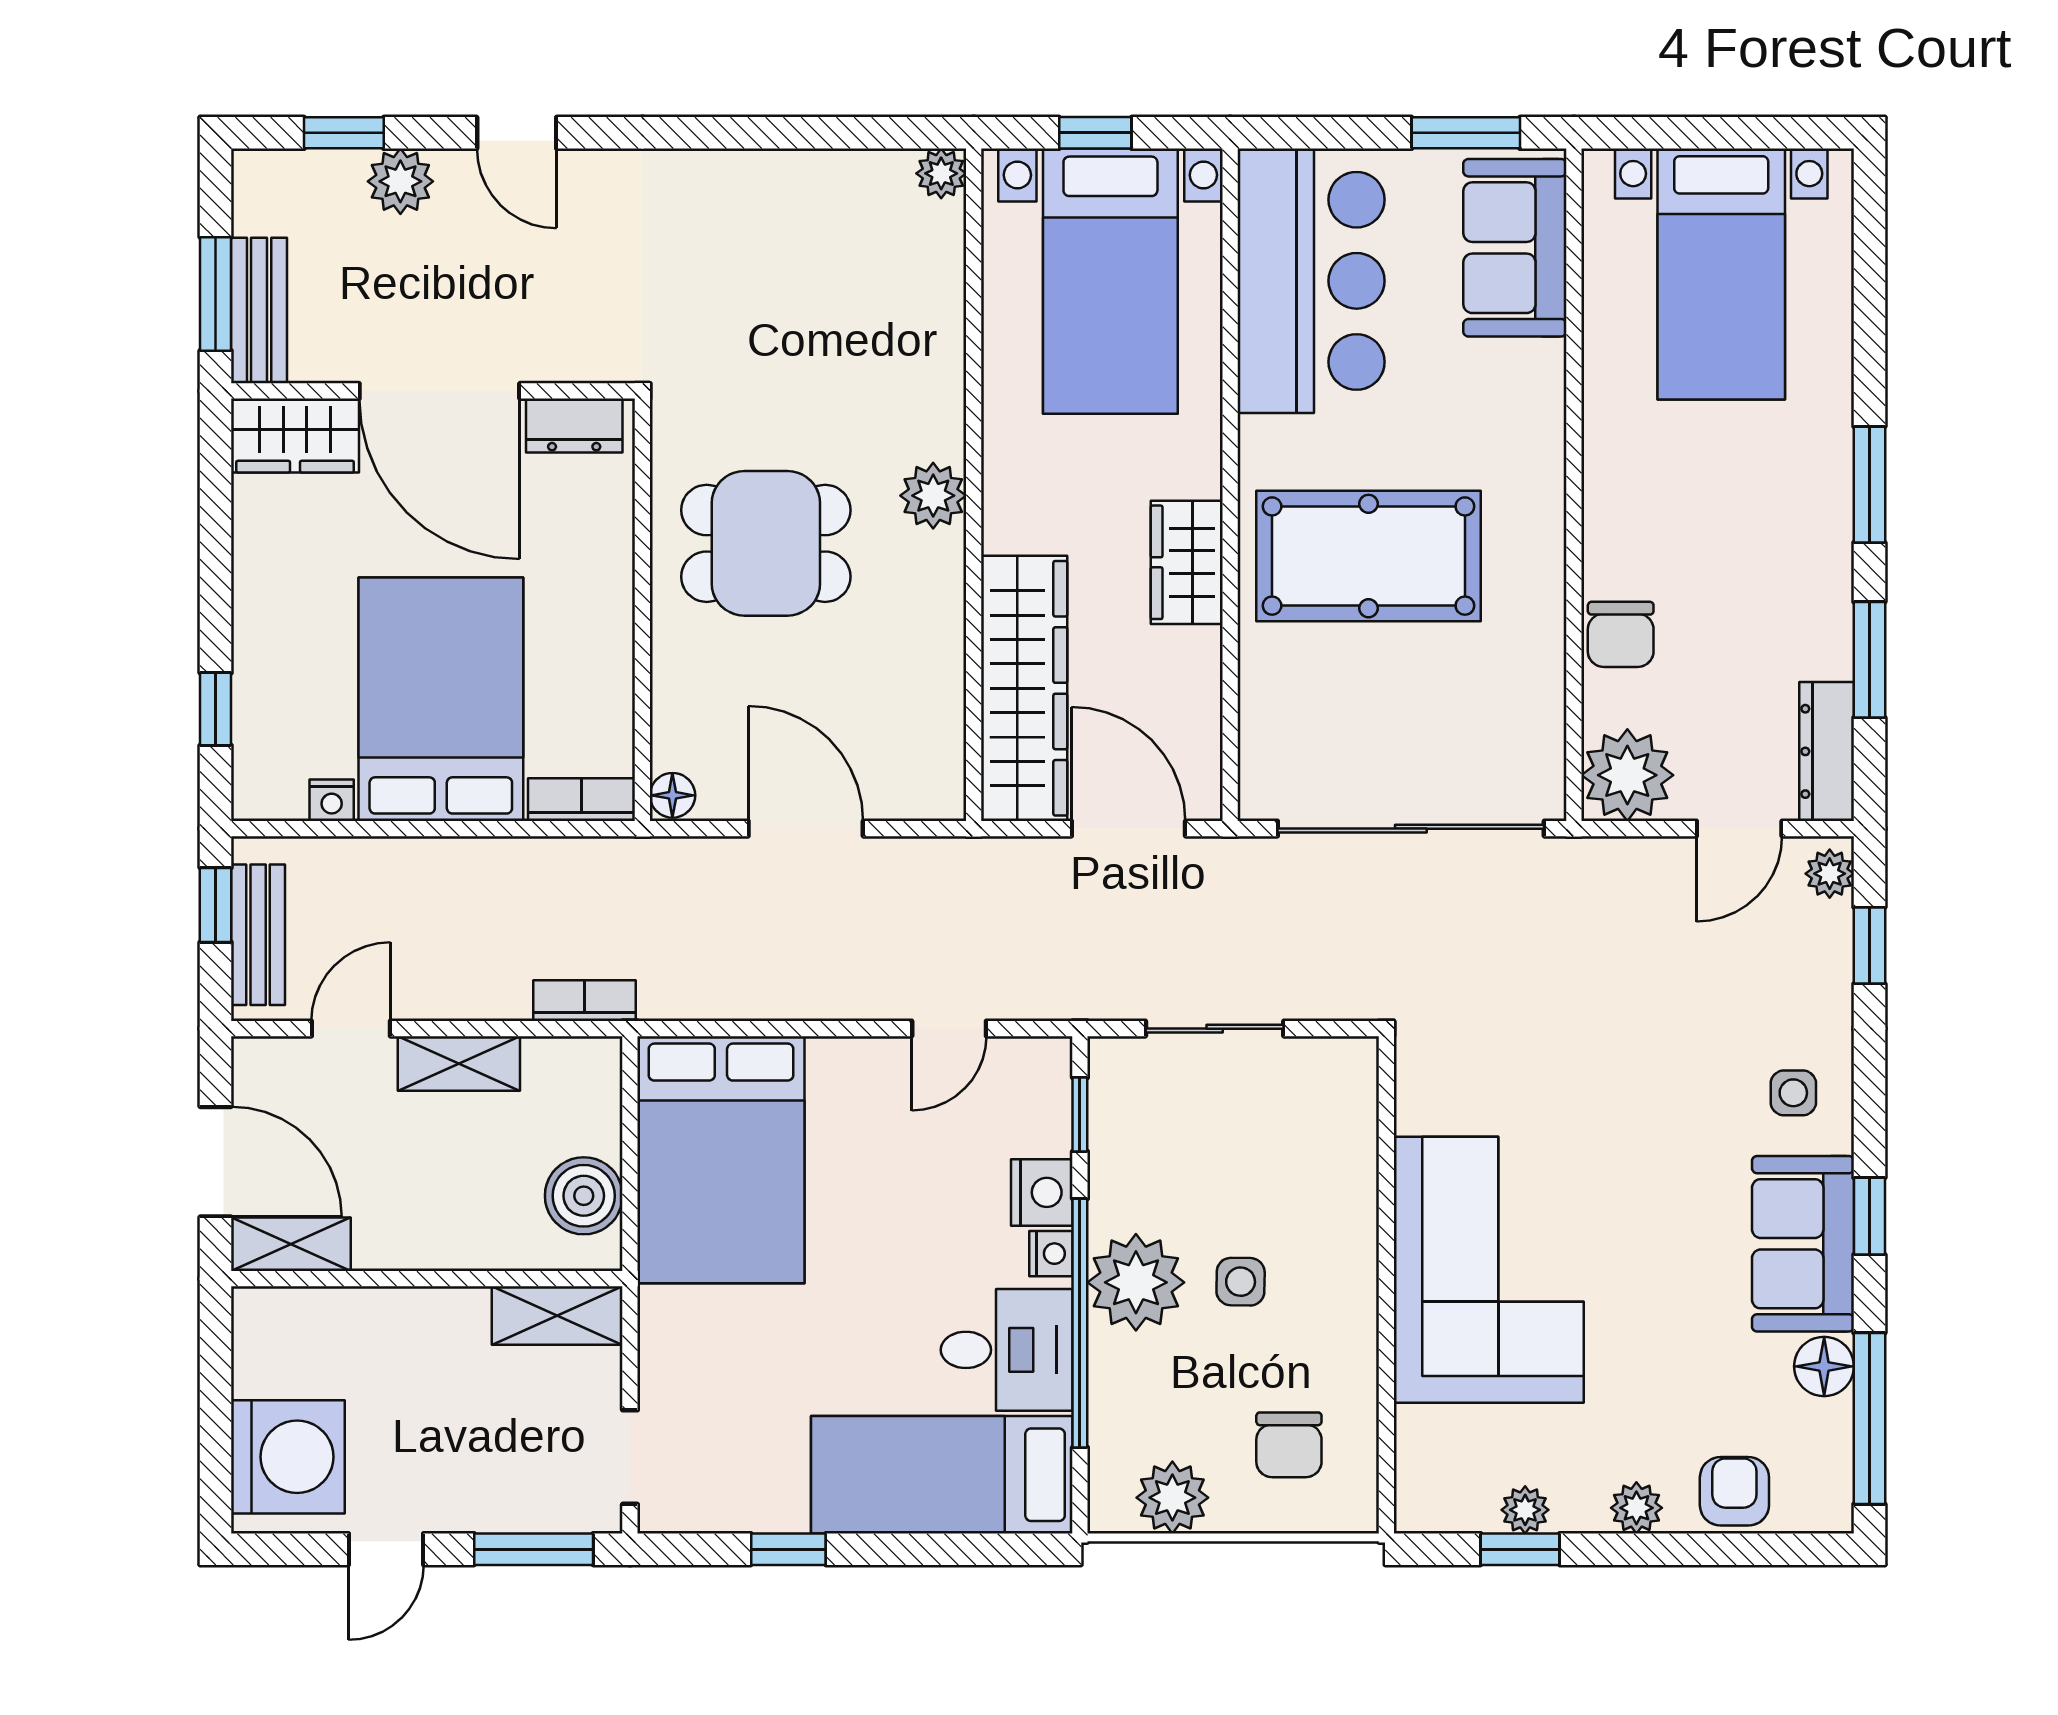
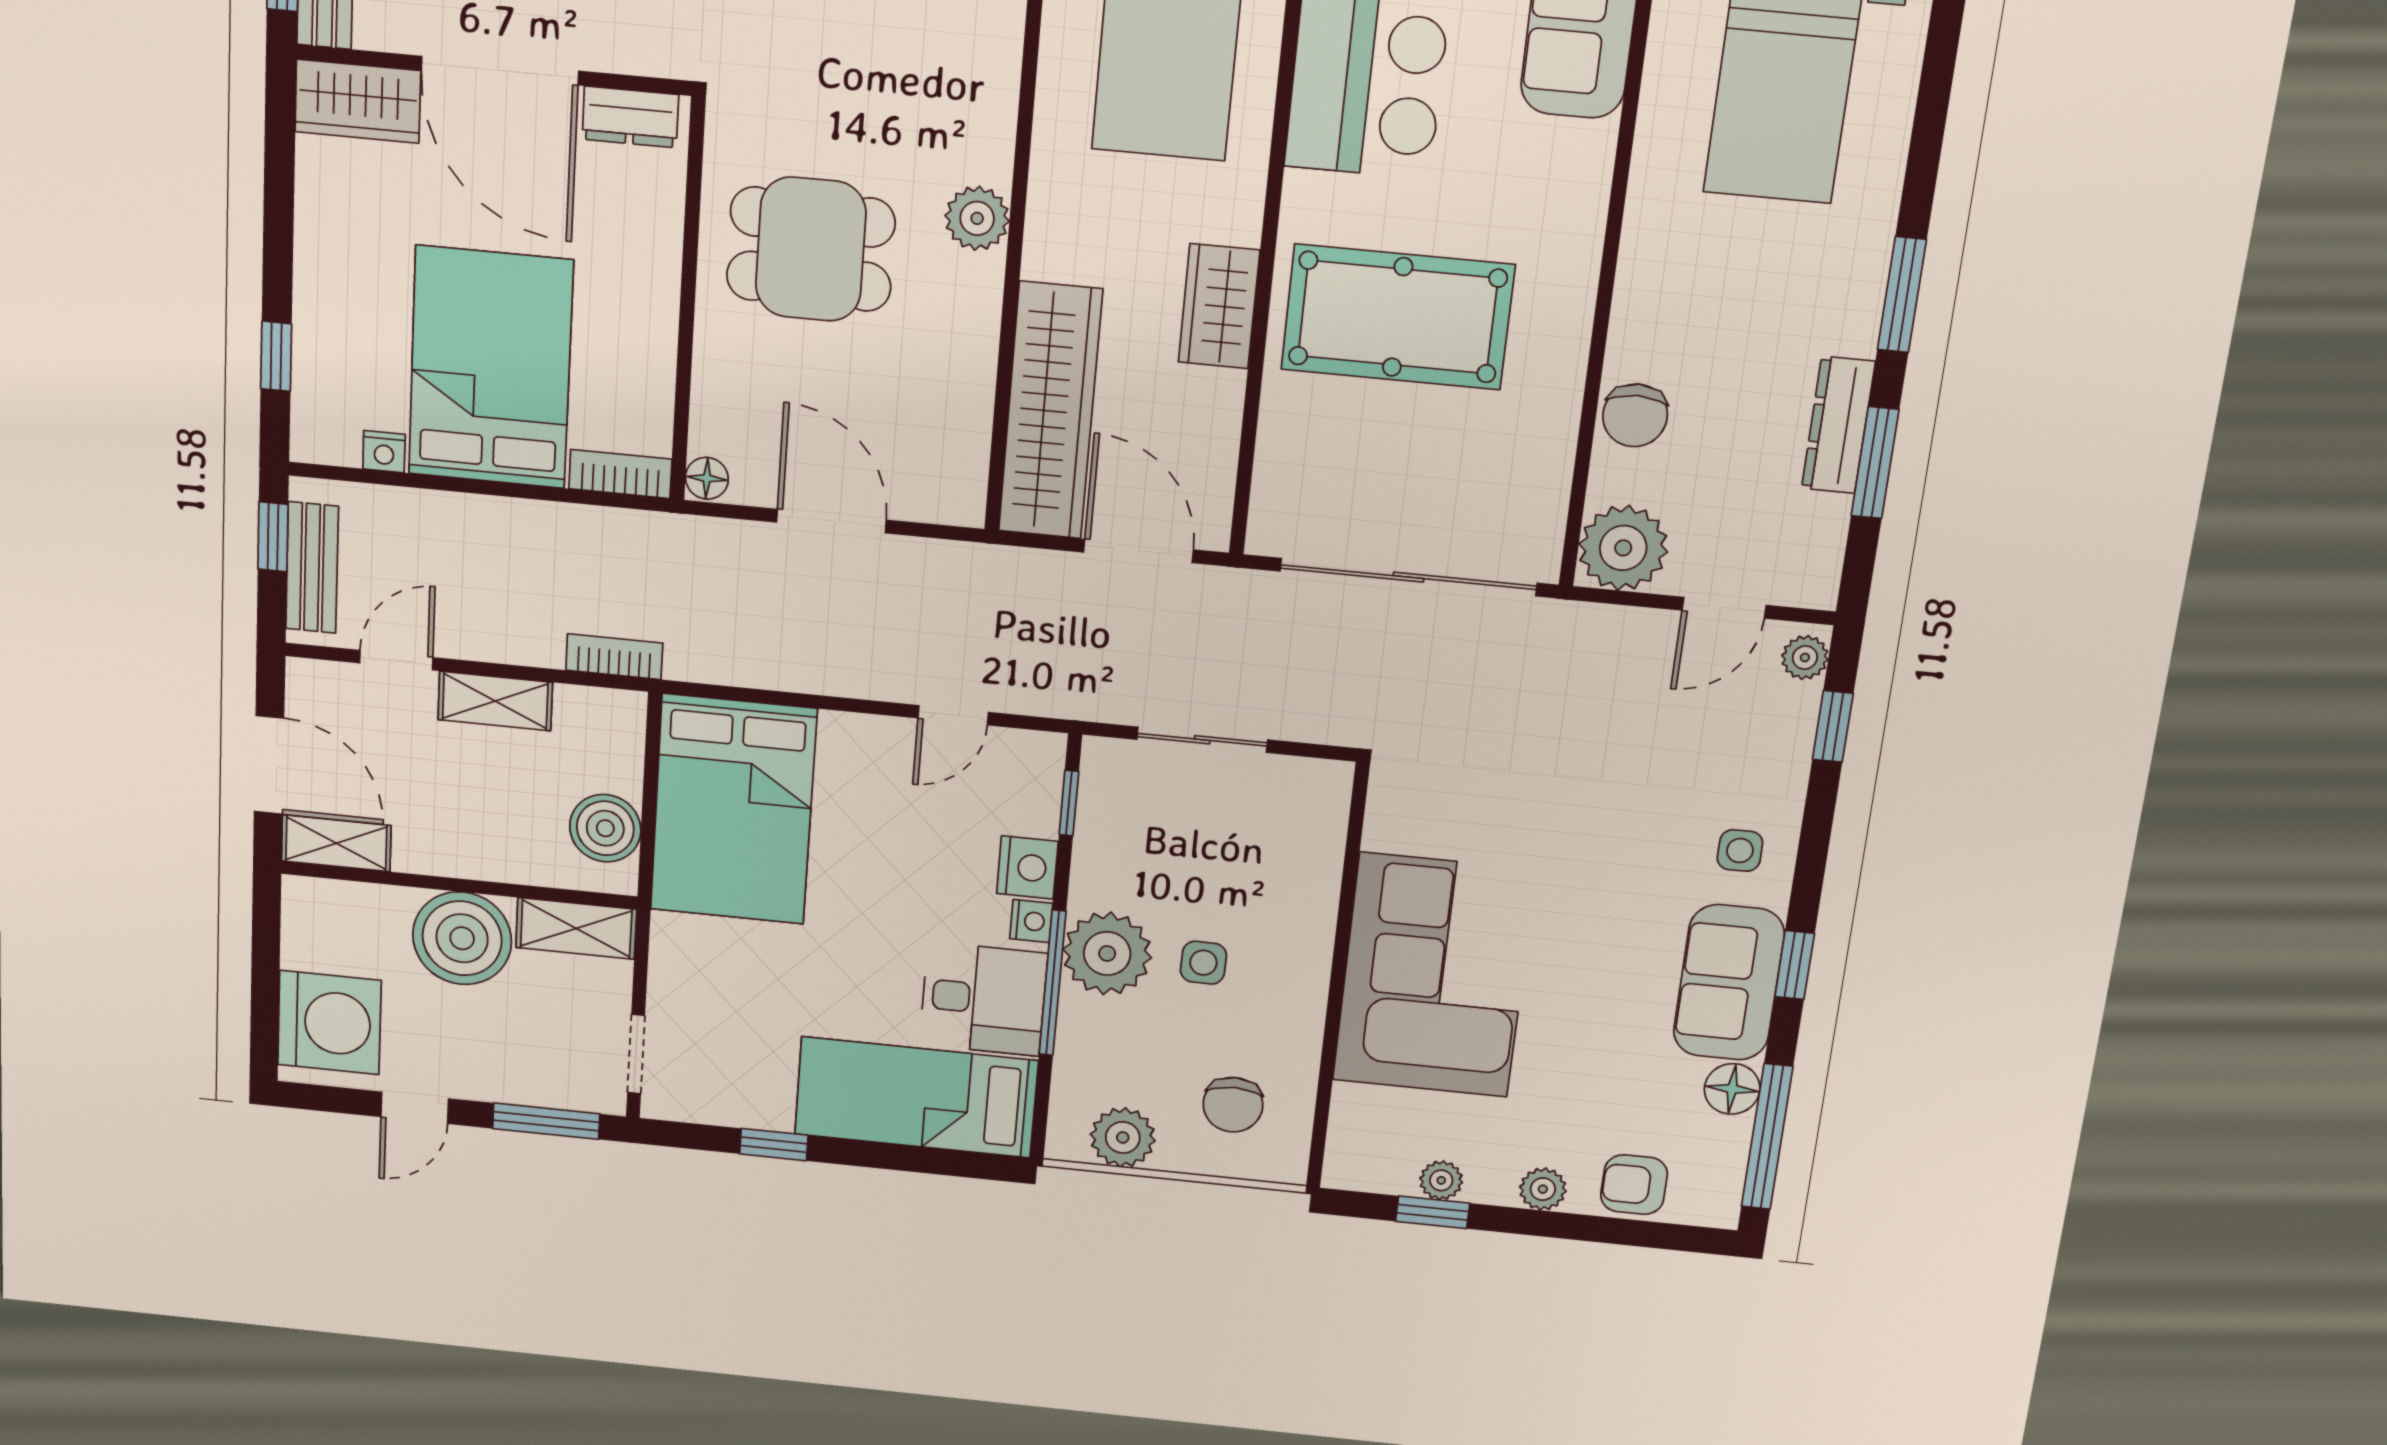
dresser: (1827, 751) -> (1838, 425), moved
window: (1080, 1323) -> (1053, 983), width x0.68
boiler: (432, 1341) -> (462, 938), added
armchair: (1734, 1491) -> (1634, 1185), turned -90

